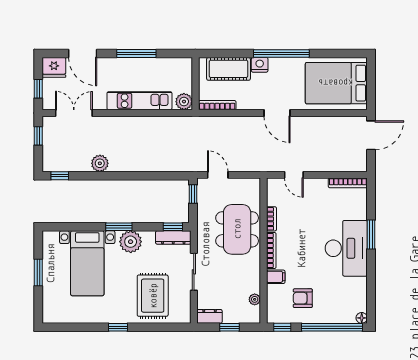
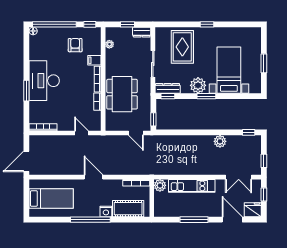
bed: (336, 83) -> (51, 199), width x0.67
armchair: (303, 298) -> (75, 45), turned -90

